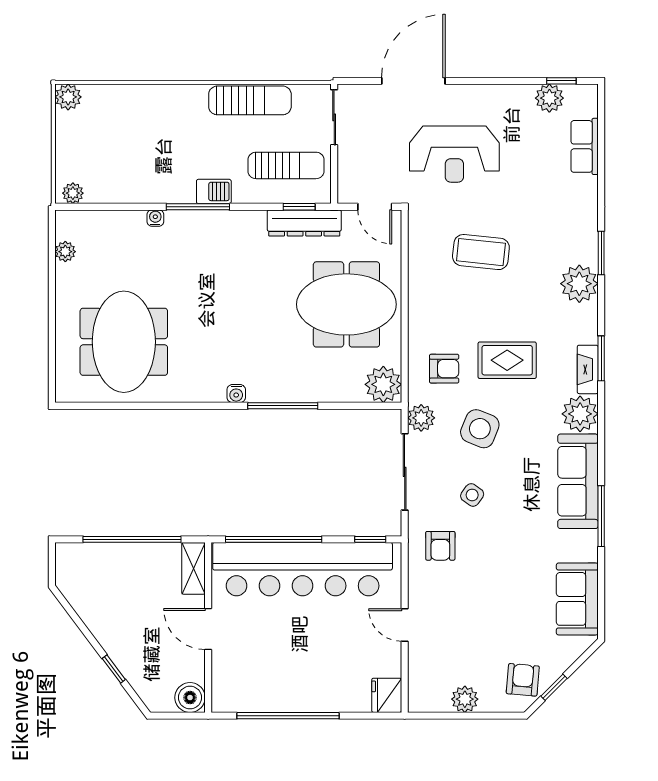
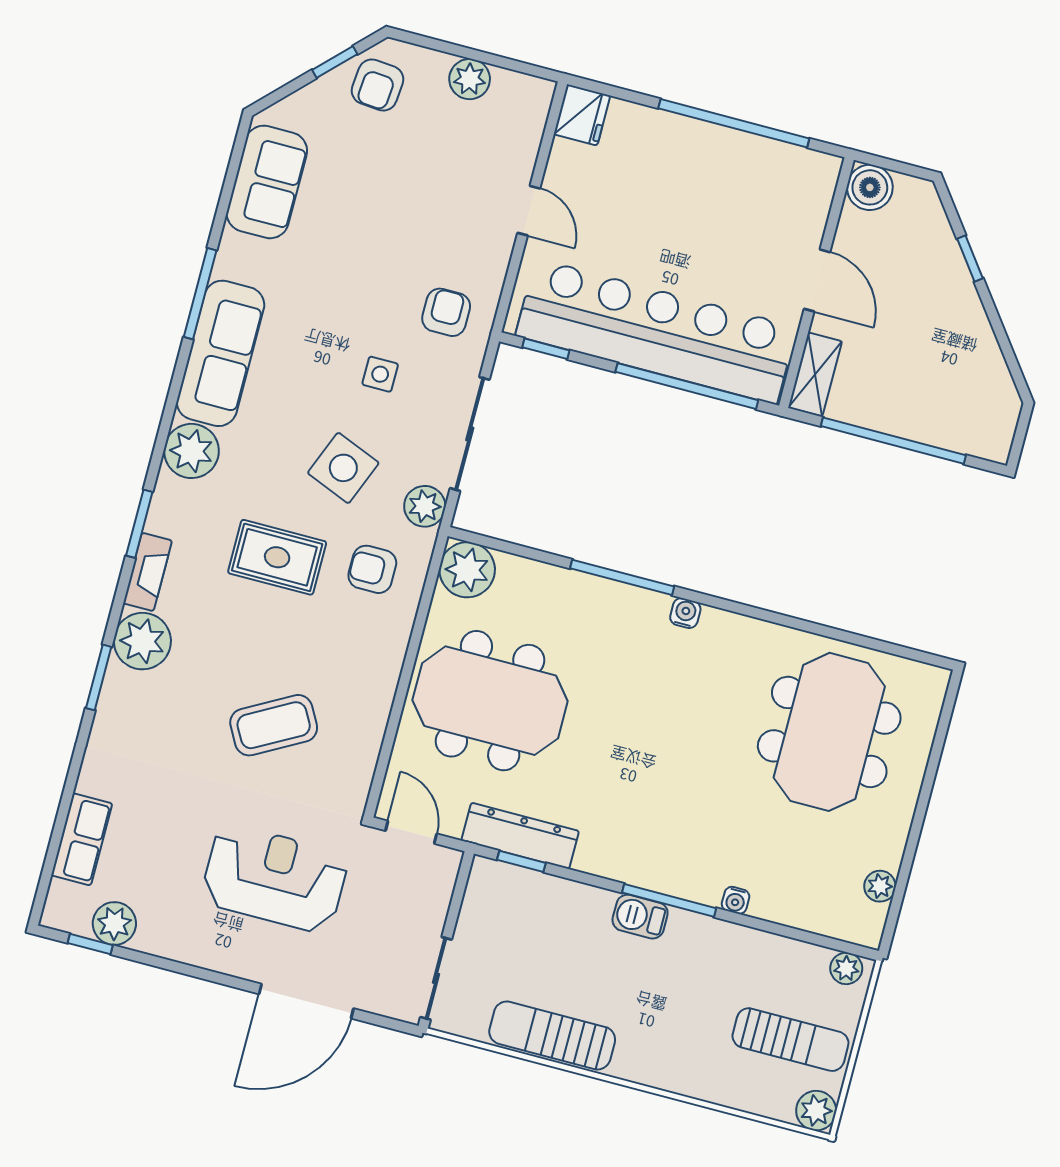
sun lounger: (286, 165) -> (790, 1040), moved, turned 180
coffee table: (481, 252) -> (274, 725), turned -35
fireplace: (588, 369) -> (148, 572), moved
side table: (472, 495) -> (380, 374), turned -36

